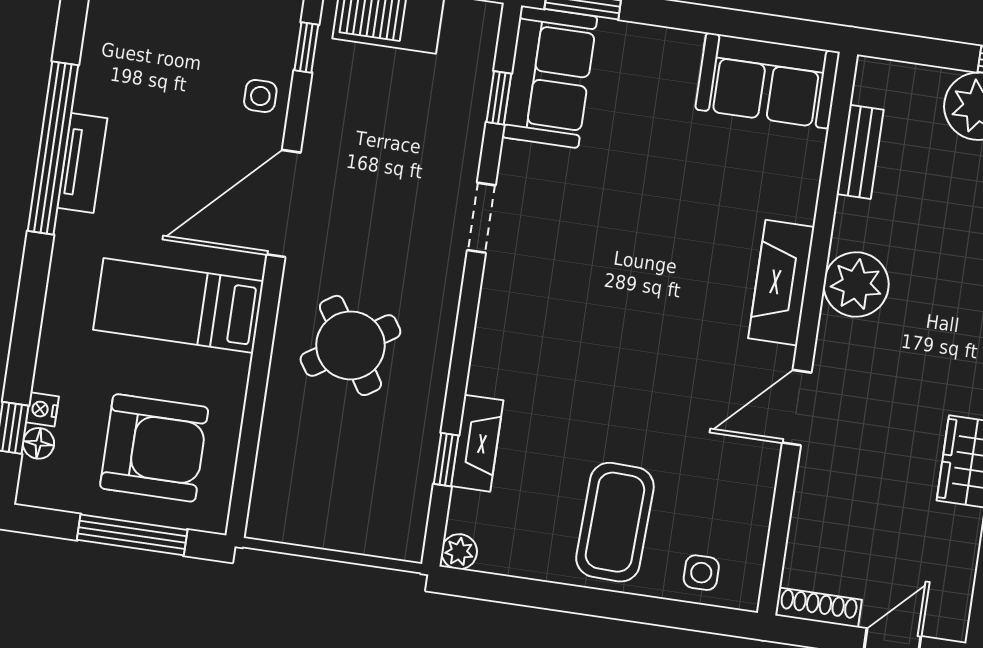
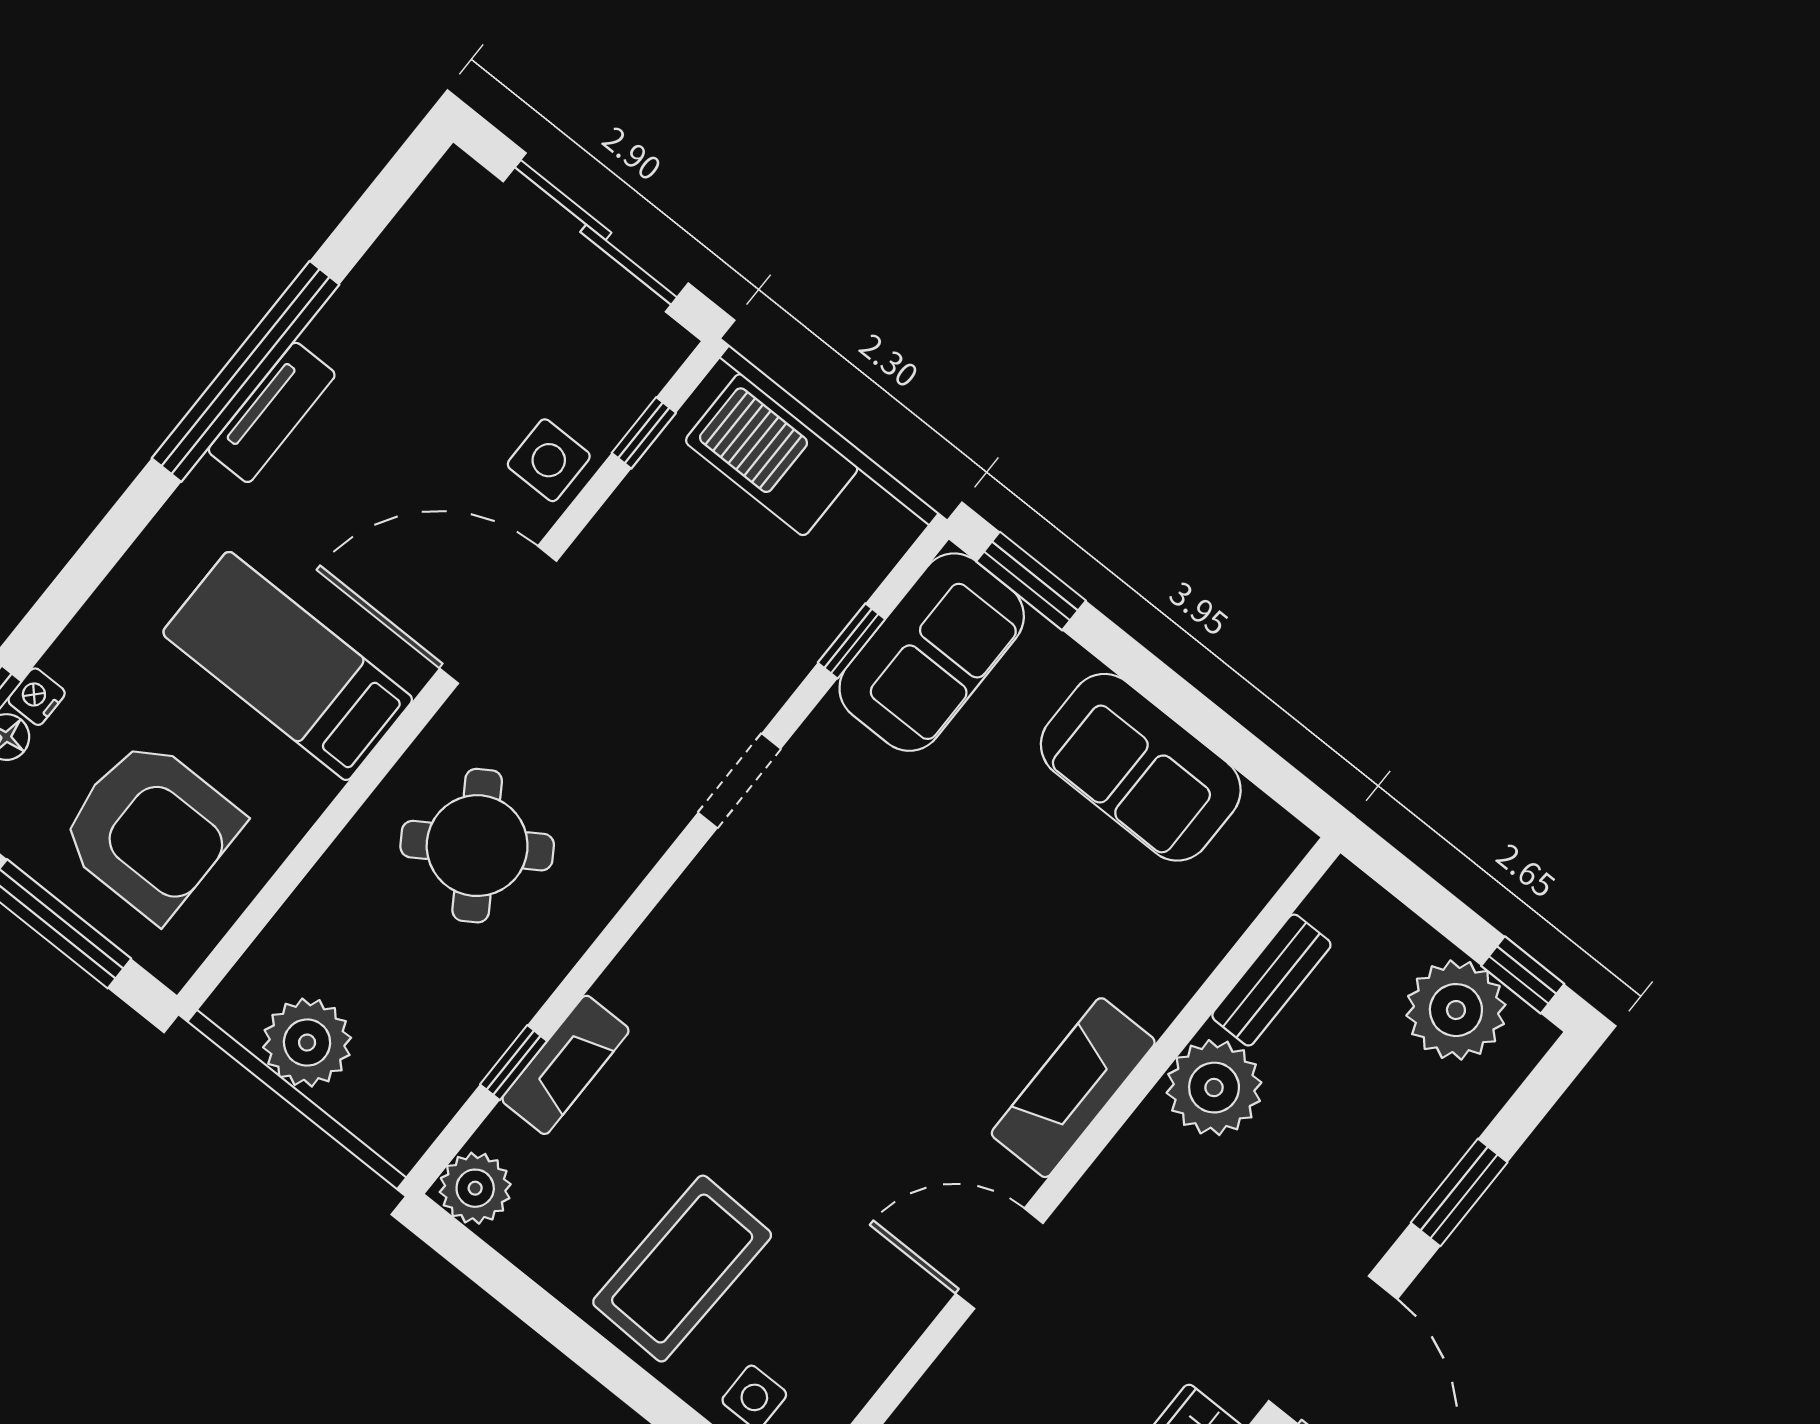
sofa: (768, 81) -> (1141, 767), moved
side table: (260, 96) -> (549, 460), width x1.37, depth x1.37
plant: (856, 284) -> (1214, 1088), moved
plant: (319, 519) -> (307, 1043), added
plant: (459, 552) -> (475, 1188), width x1.38, depth x1.38

